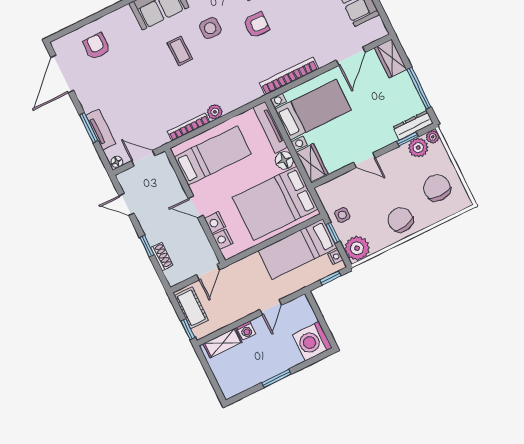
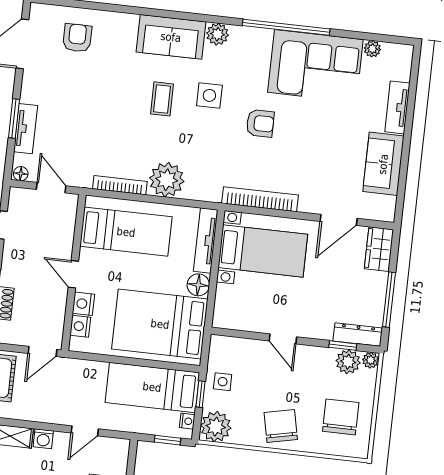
plant: (215, 112) -> (167, 180), width x1.88, depth x1.88
wardrobe: (312, 163) -> (226, 306), removed

